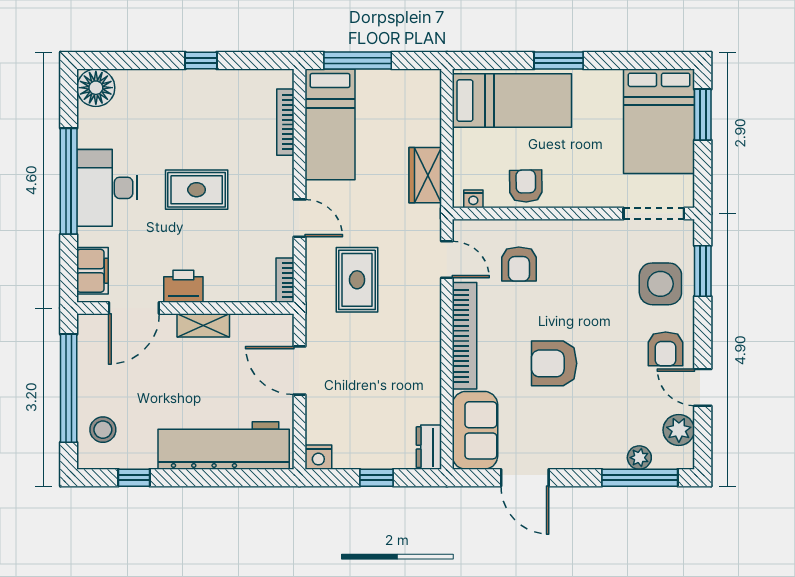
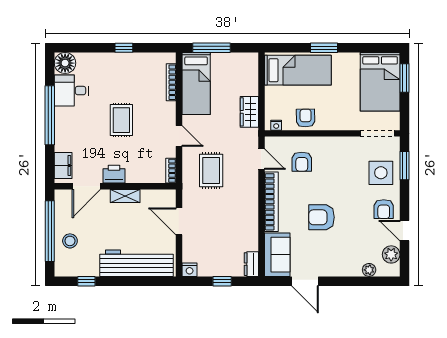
desk: (107, 188) -> (71, 91), moved, width x0.73
rug: (197, 190) -> (121, 120), turned 90
stool: (103, 430) -> (70, 241), moved
window: (640, 478) -> (369, 281), removed

